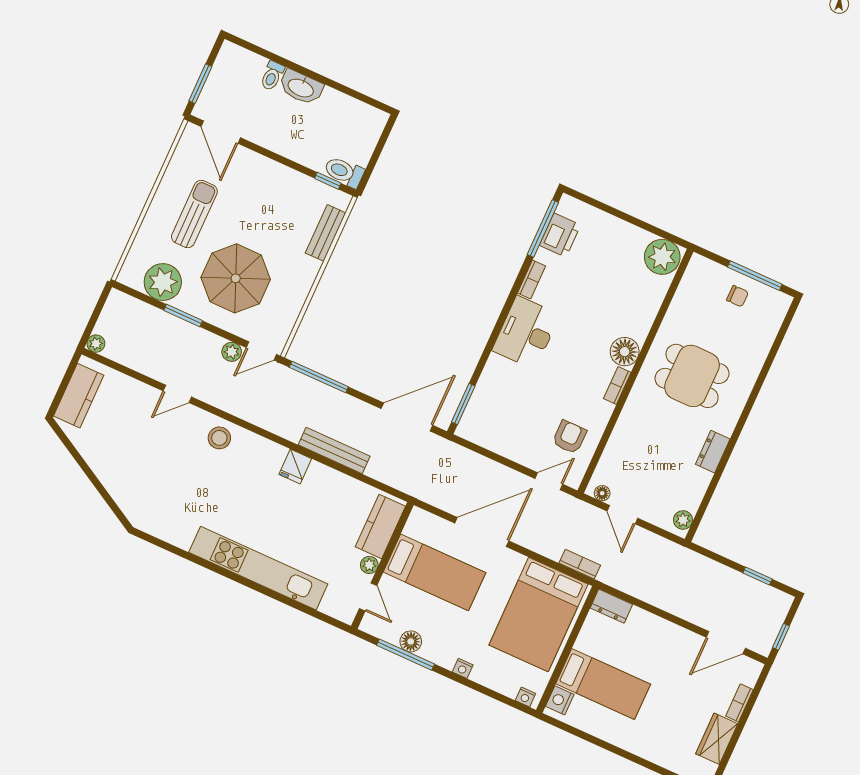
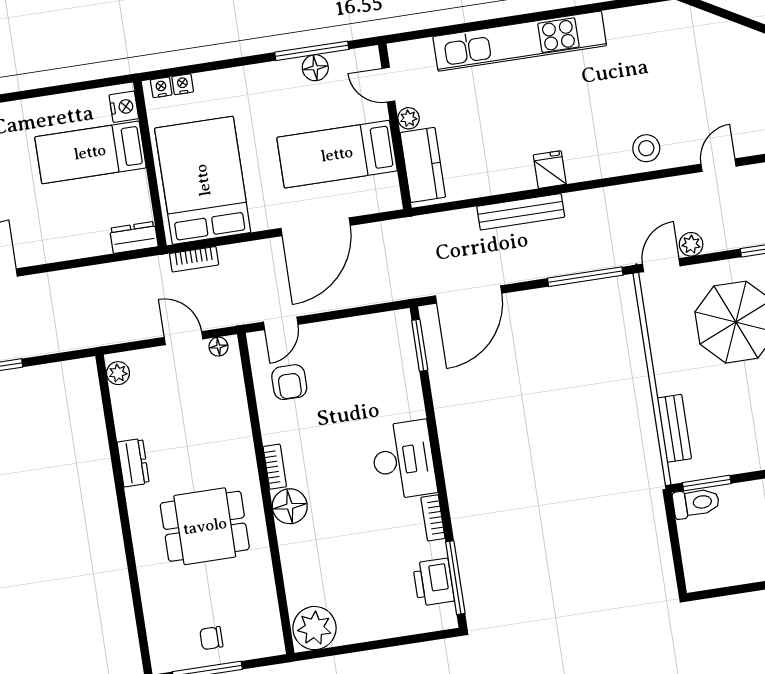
window: (328, 181) -> (707, 483), width x1.50
nightstand: (463, 668) -> (183, 84), moved

